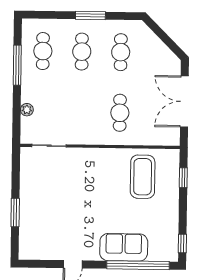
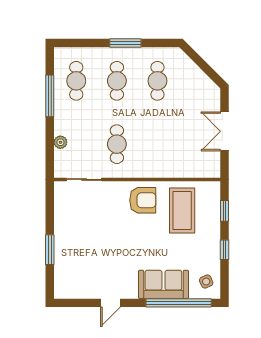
double door: (184, 101) -> (225, 131), width x0.73
cafe table: (120, 113) -> (117, 144), moved
armchair: (105, 166) -> (143, 200), added
window: (182, 243) -> (225, 250), moved
side table: (165, 245) -> (206, 282), added

